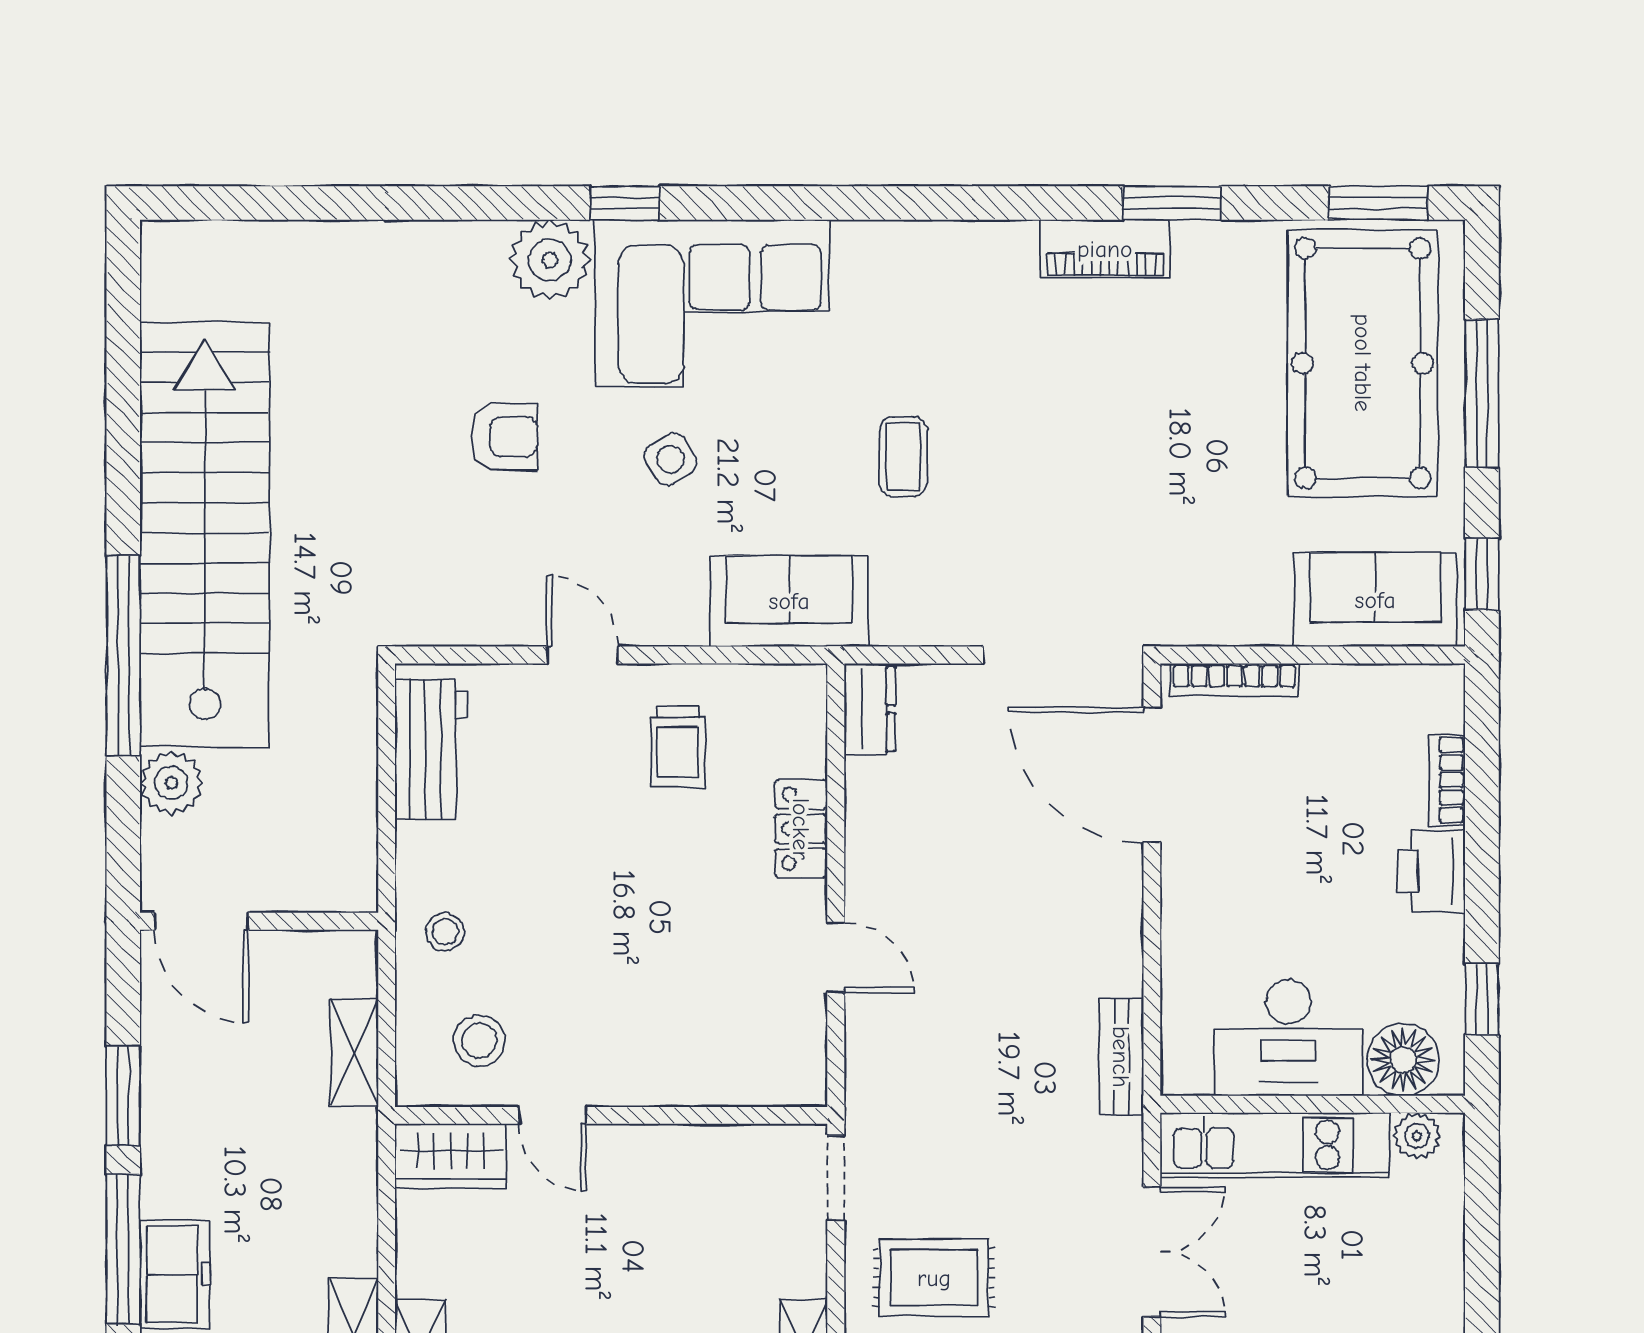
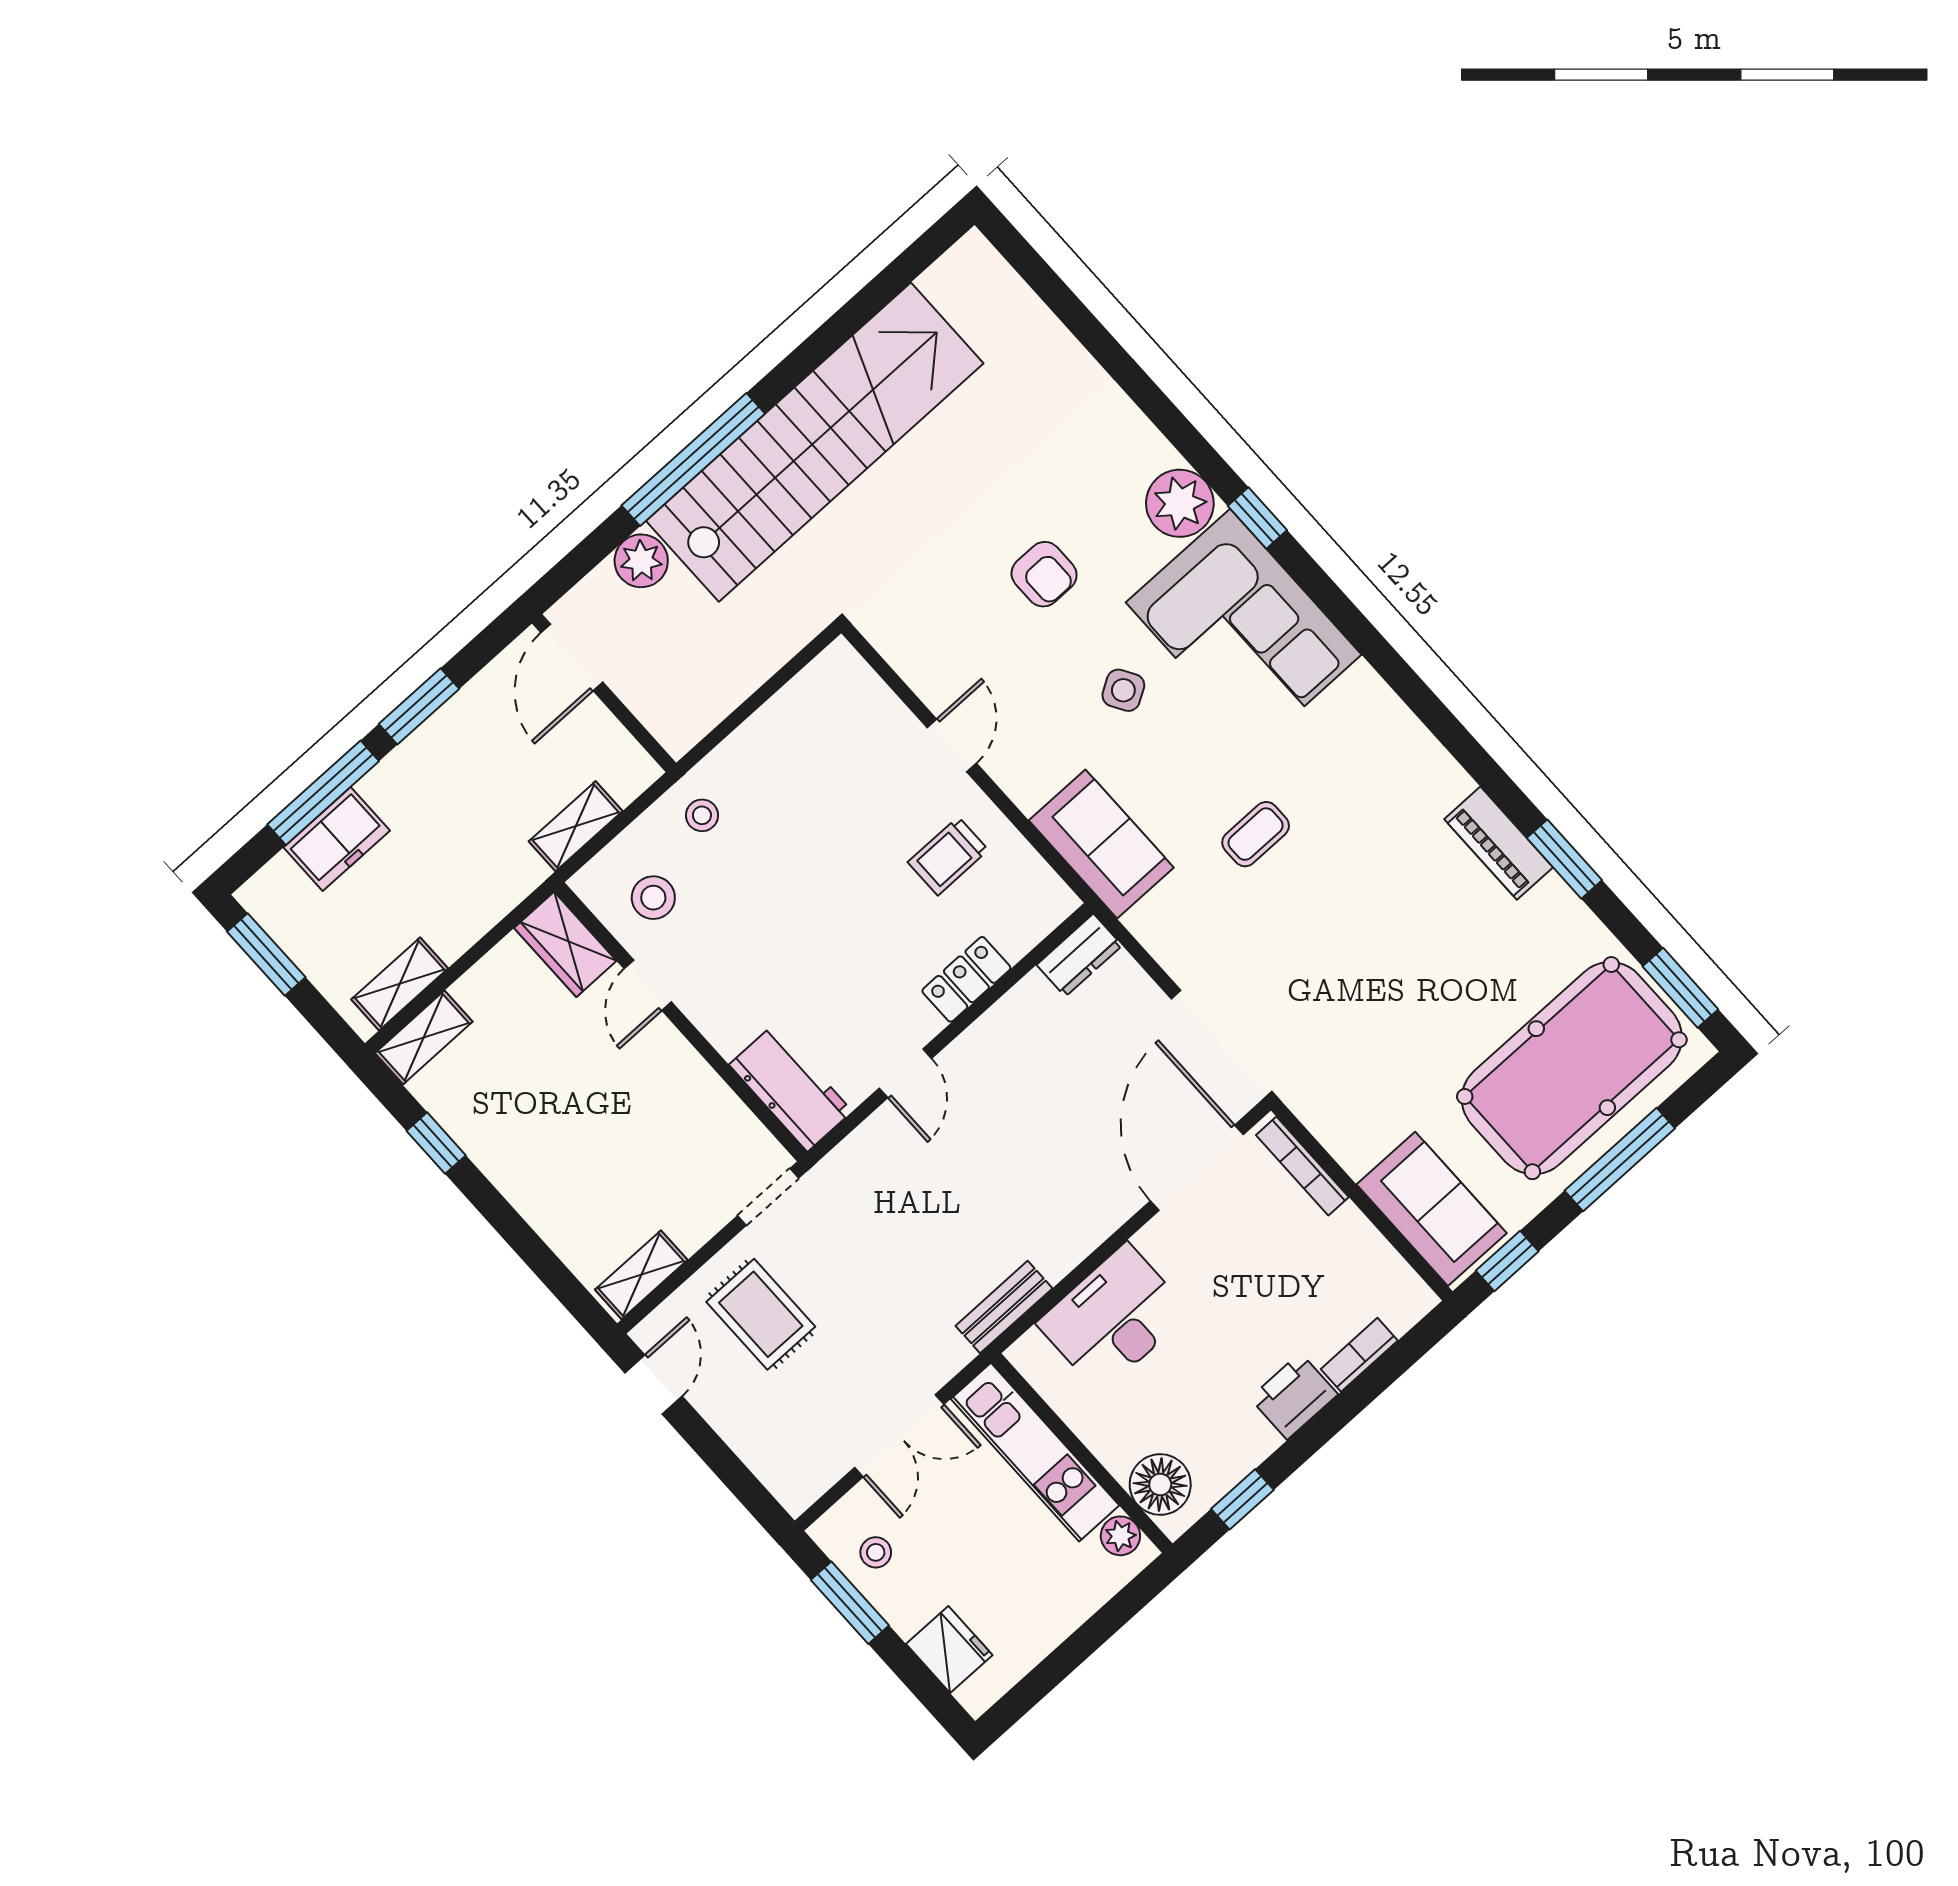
workbench: (431, 750) -> (791, 1088), moved, turned -90
desk: (1288, 1038) -> (1114, 1318), moved, turned 90

